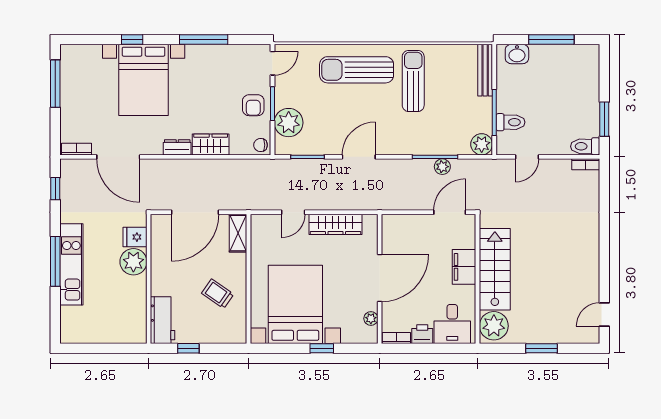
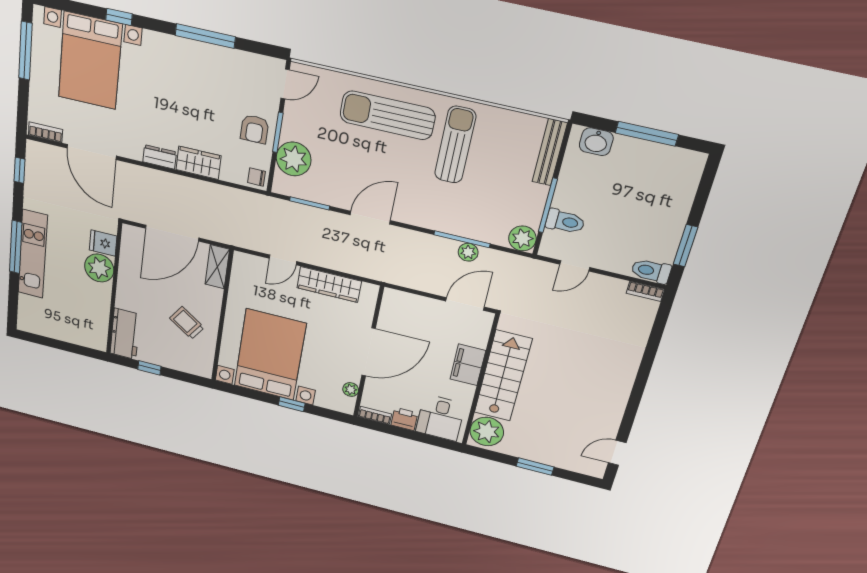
bed with nightstands: (144, 80) -> (90, 61), moved

